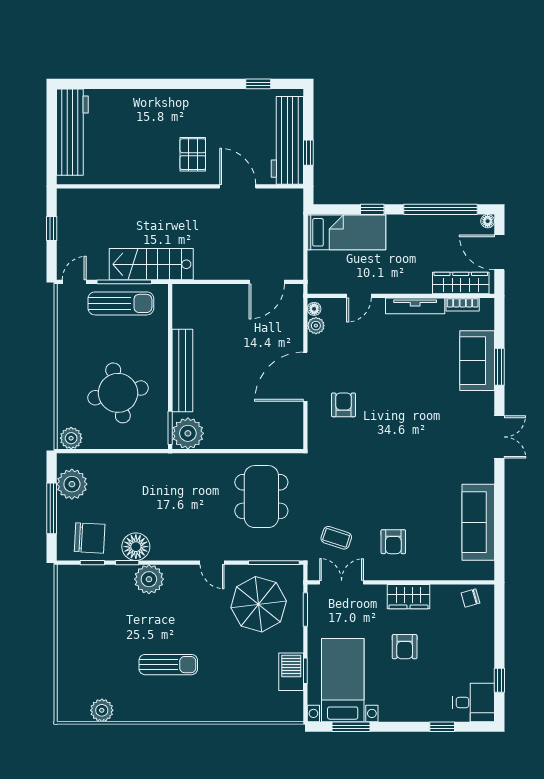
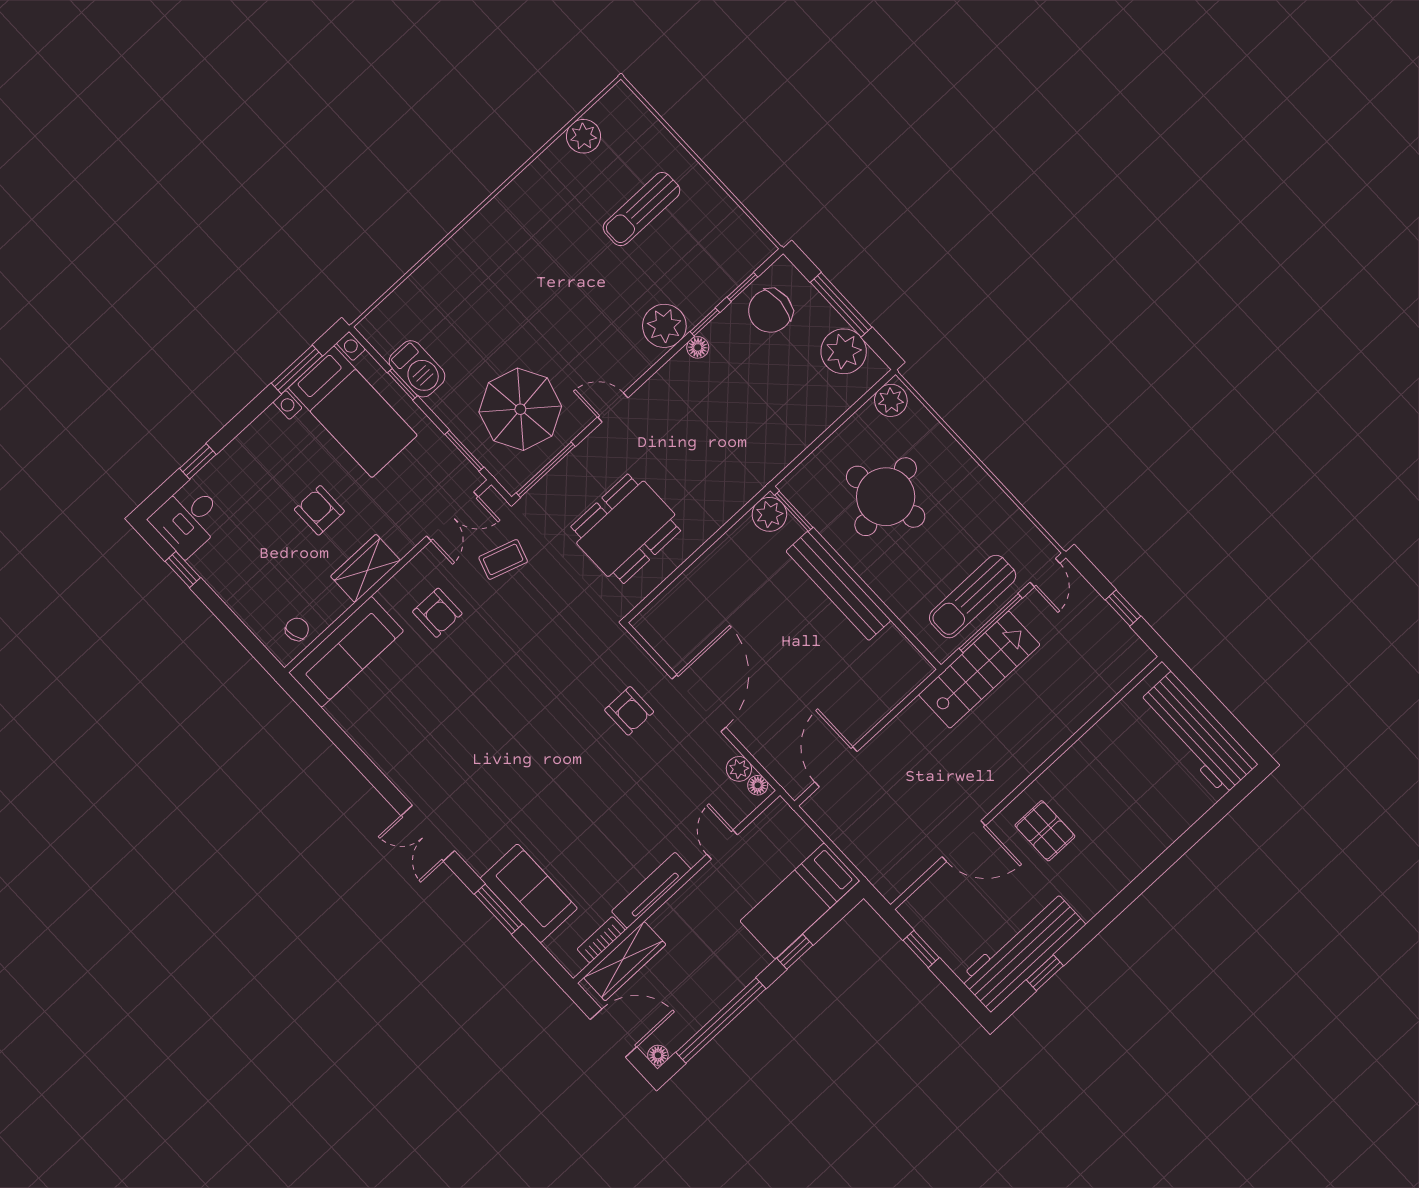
workbench: (287, 140) -> (1022, 951), moved, turned -90
plant: (188, 433) -> (769, 514), width x0.73, depth x0.73
dining table: (261, 497) -> (626, 529), turned 90
sofa: (478, 522) -> (346, 652), moved, turned 90
armchair: (393, 542) -> (437, 613), turned 180
floor lamp: (136, 547) -> (698, 347), width x0.53, depth x0.53
sun lounger: (168, 665) -> (642, 209), moved

